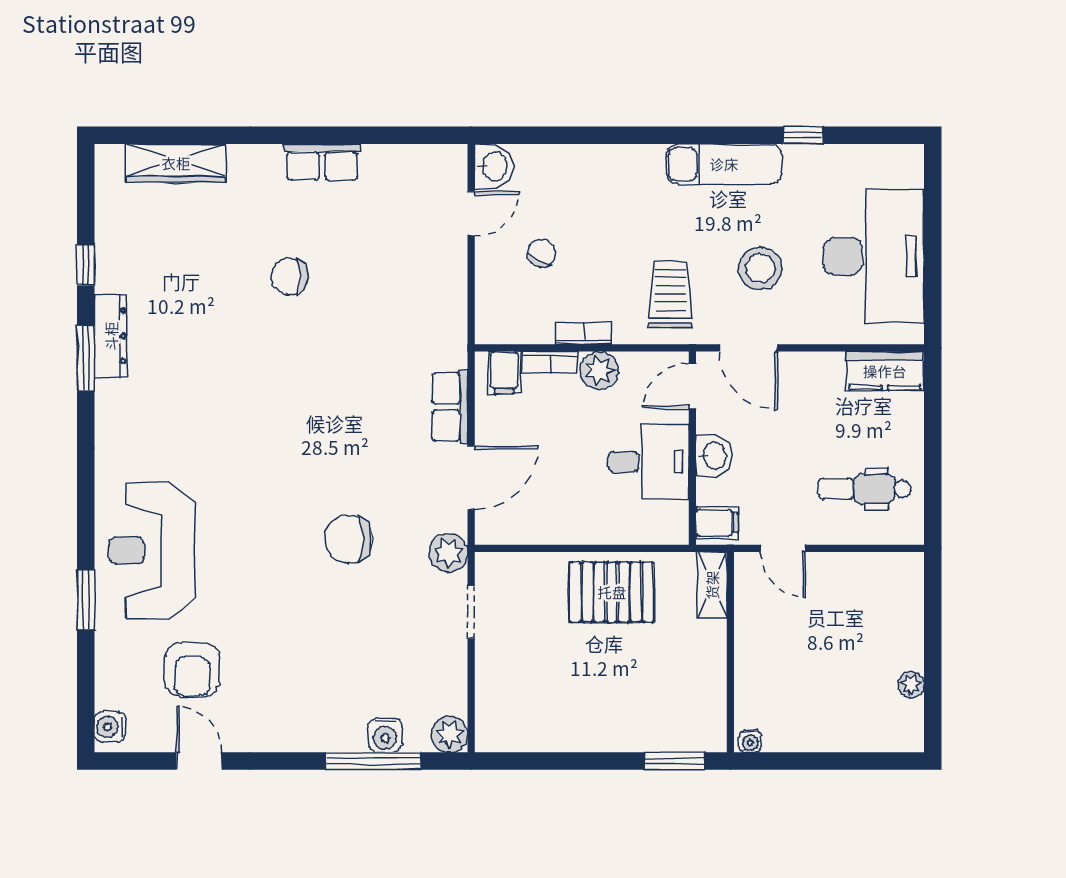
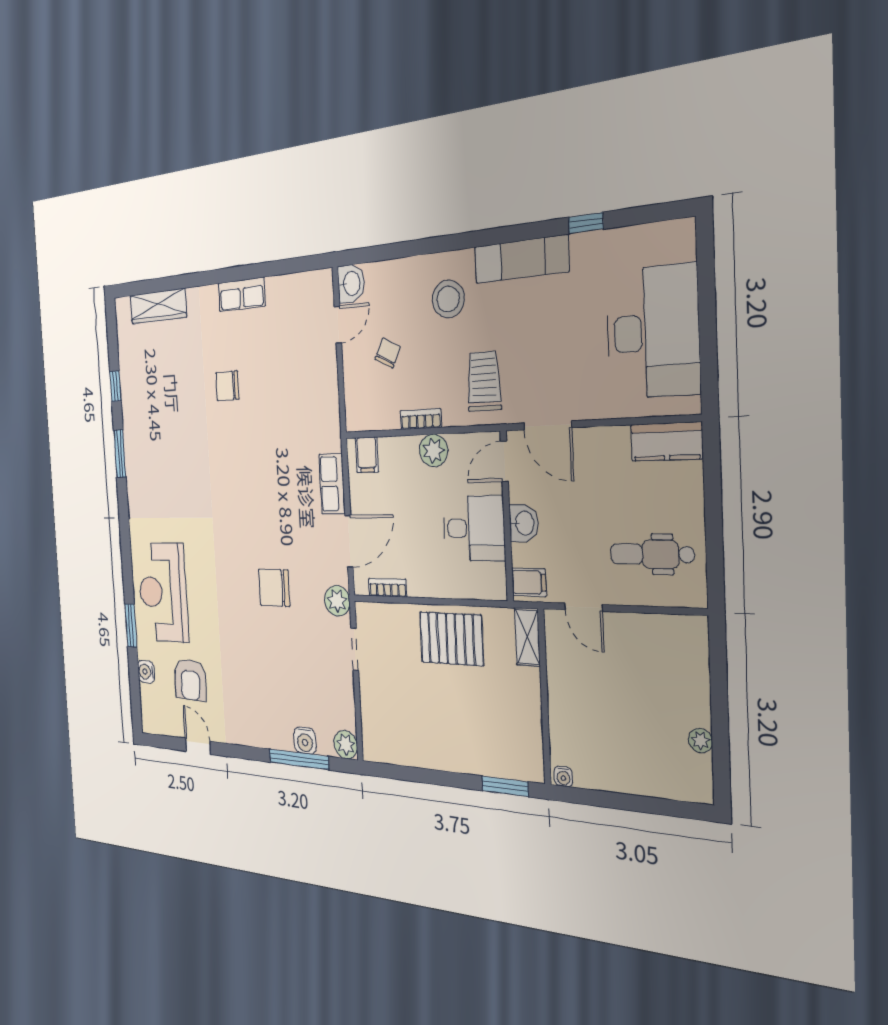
stool: (760, 268) -> (448, 299), moved
dresser: (111, 336) -> (132, 437), removed
bookcase: (550, 362) -> (388, 588), moved, turned 180
water cooler: (110, 727) -> (146, 672), moved

